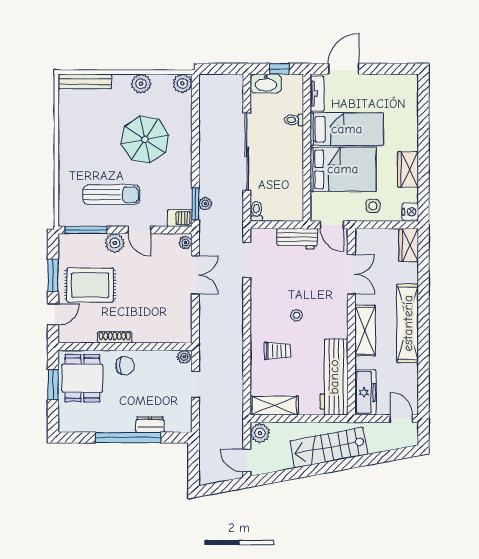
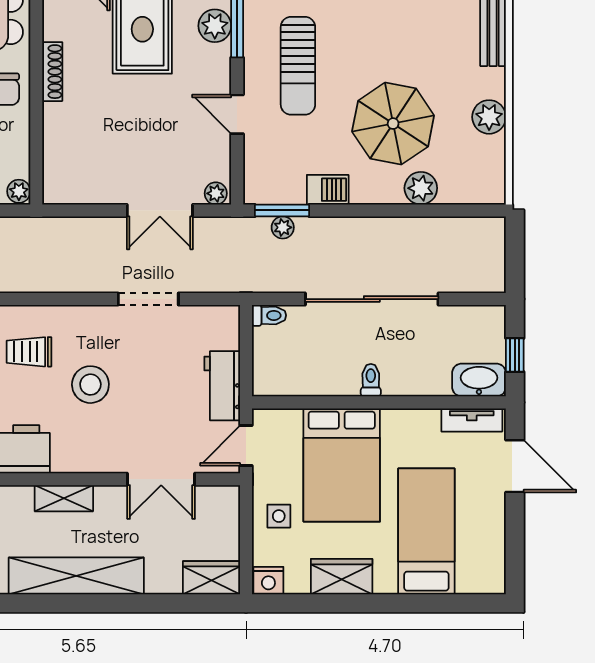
plant: (182, 83) -> (421, 188), moved
washbasin: (266, 83) -> (479, 380), moved, turned 90
toilet: (294, 120) -> (371, 380), moved
bed: (347, 129) -> (426, 531), moved, turned 180
barbecue: (180, 218) -> (328, 190), moved, turned -90
door: (139, 230) -> (237, 114), hinge flipped
plant: (115, 243) -> (215, 26), moved
doorway: (247, 260) -> (148, 299), moved
stool: (296, 315) -> (90, 385), width x1.89, depth x1.89
shelving: (365, 331) -> (64, 498), width x0.67, depth x0.75
trolley: (277, 351) -> (29, 352), turned 90

